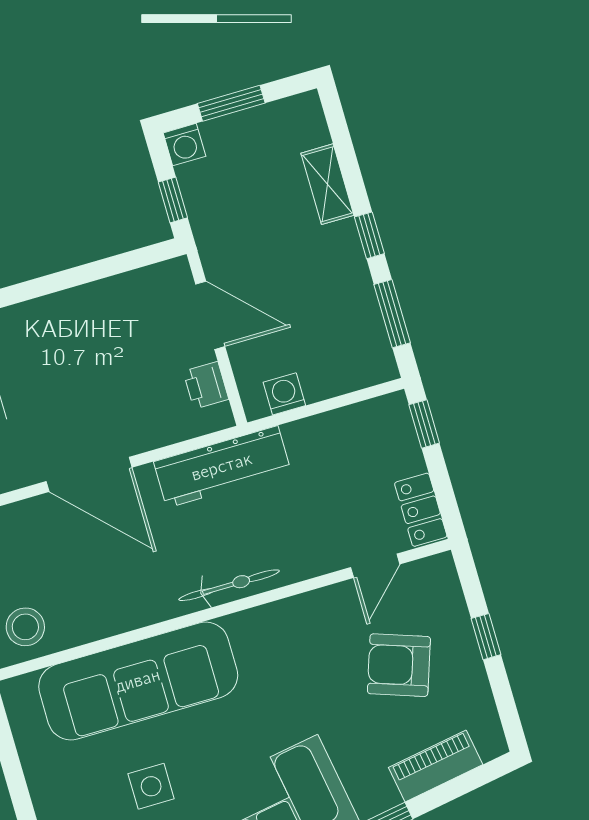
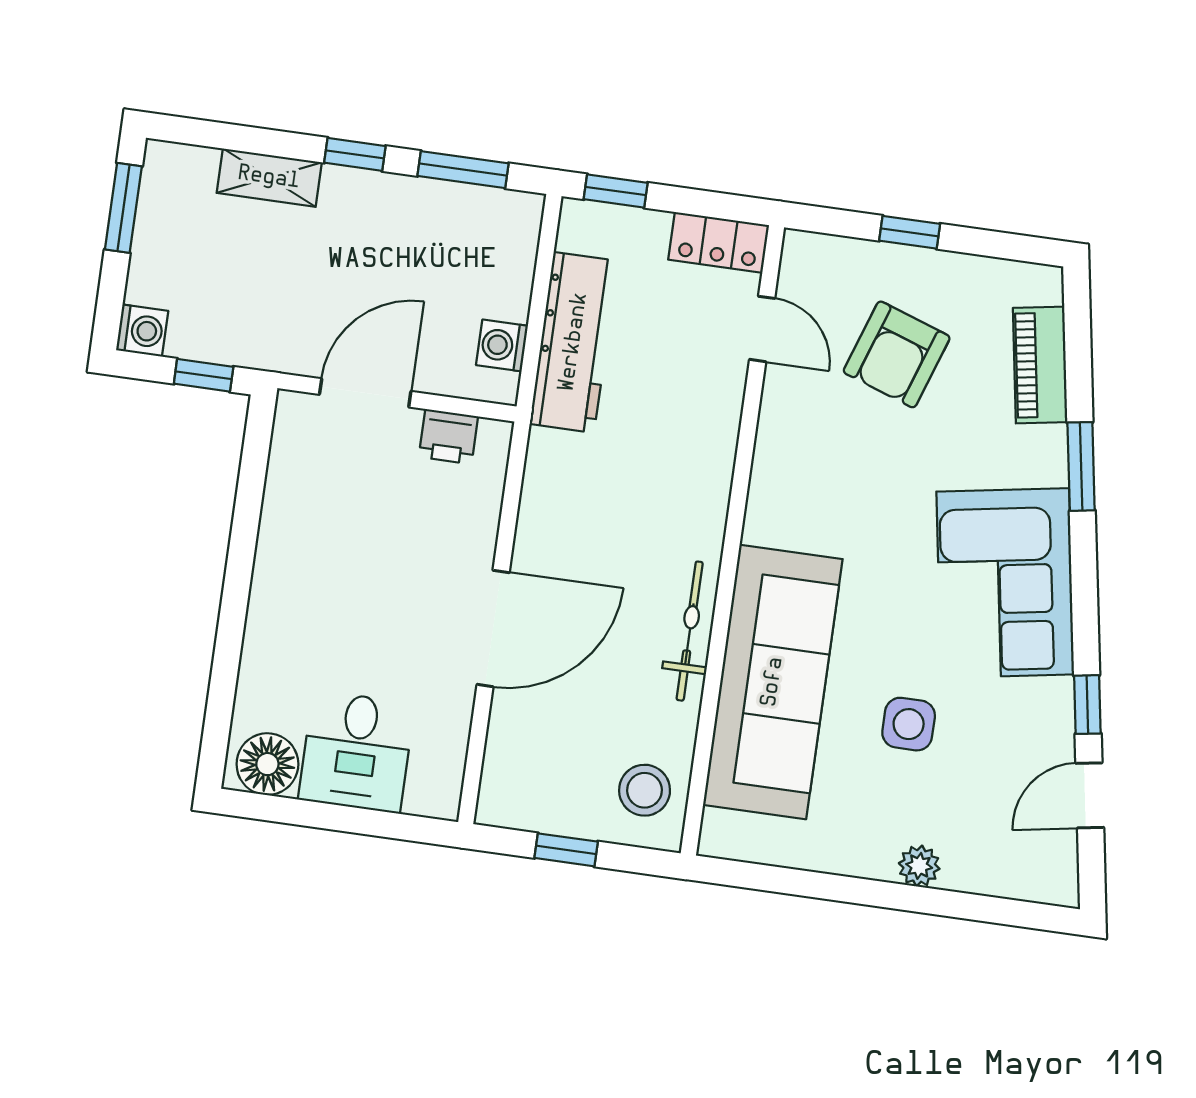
window: (231, 103) -> (123, 208), moved
workbench: (222, 467) -> (574, 342), moved
bicycle: (229, 585) -> (690, 631), moved

